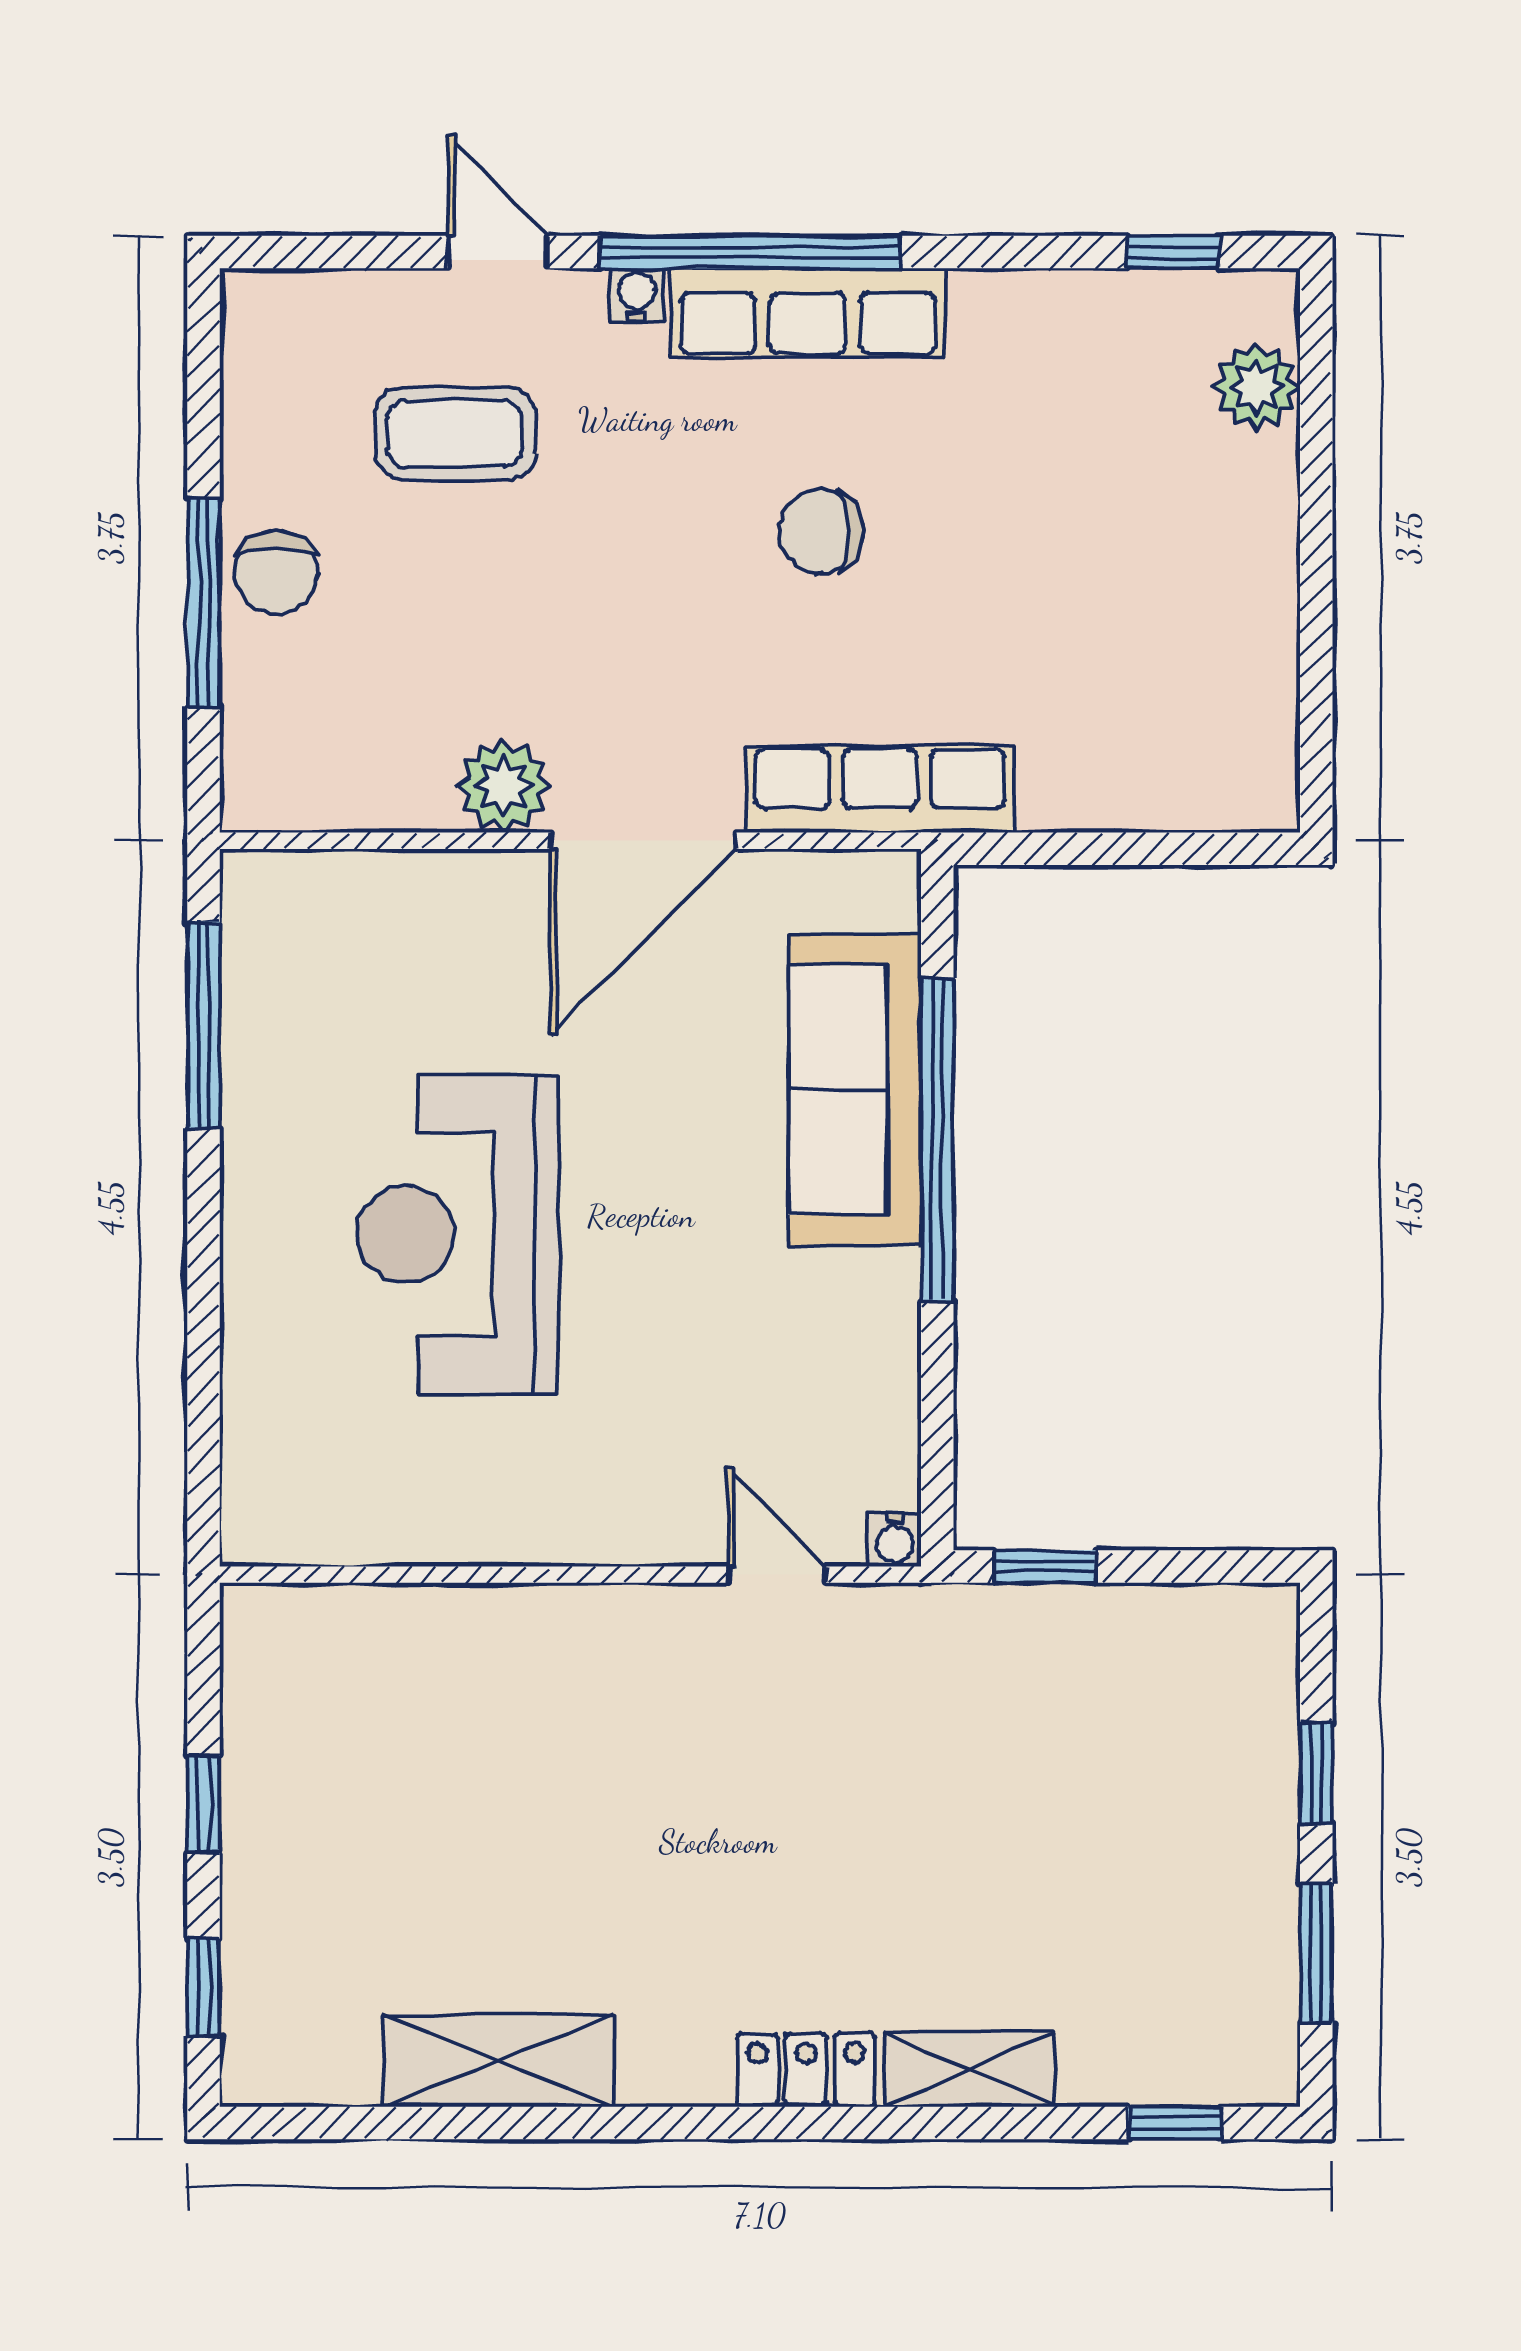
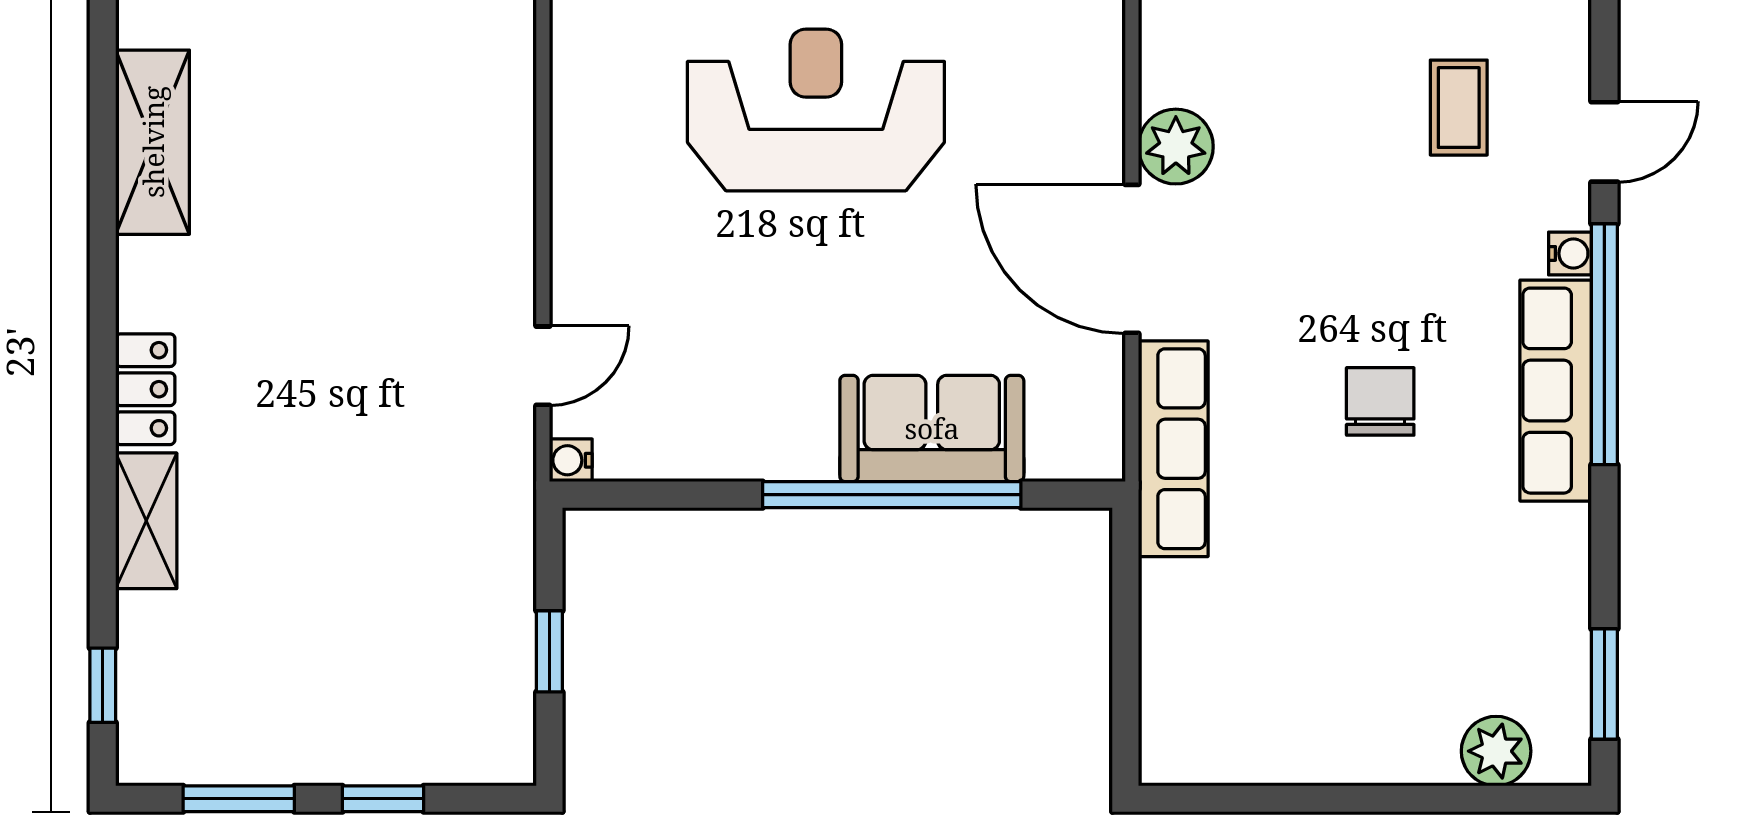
window: (1173, 252) -> (1604, 684), width x1.50
coffee table: (455, 433) -> (1459, 108), width x0.73, depth x0.77
sofa: (855, 1090) -> (932, 428), width x0.73
window: (1045, 1567) -> (549, 651), moved

